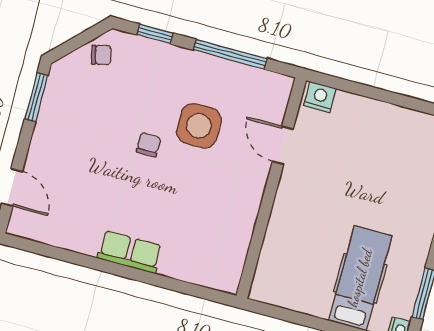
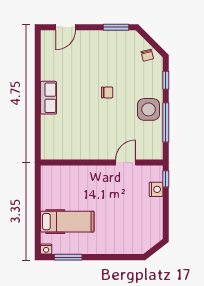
window: (331, 82) -> (166, 179), added
nightstand: (320, 97) -> (156, 189), moved
side table: (199, 126) -> (149, 109), moved

